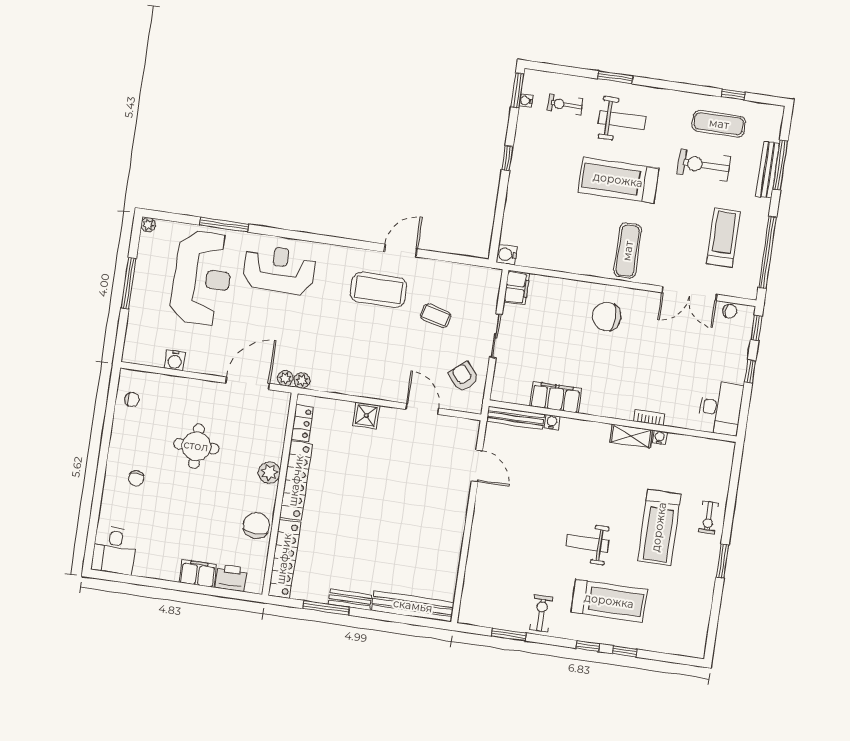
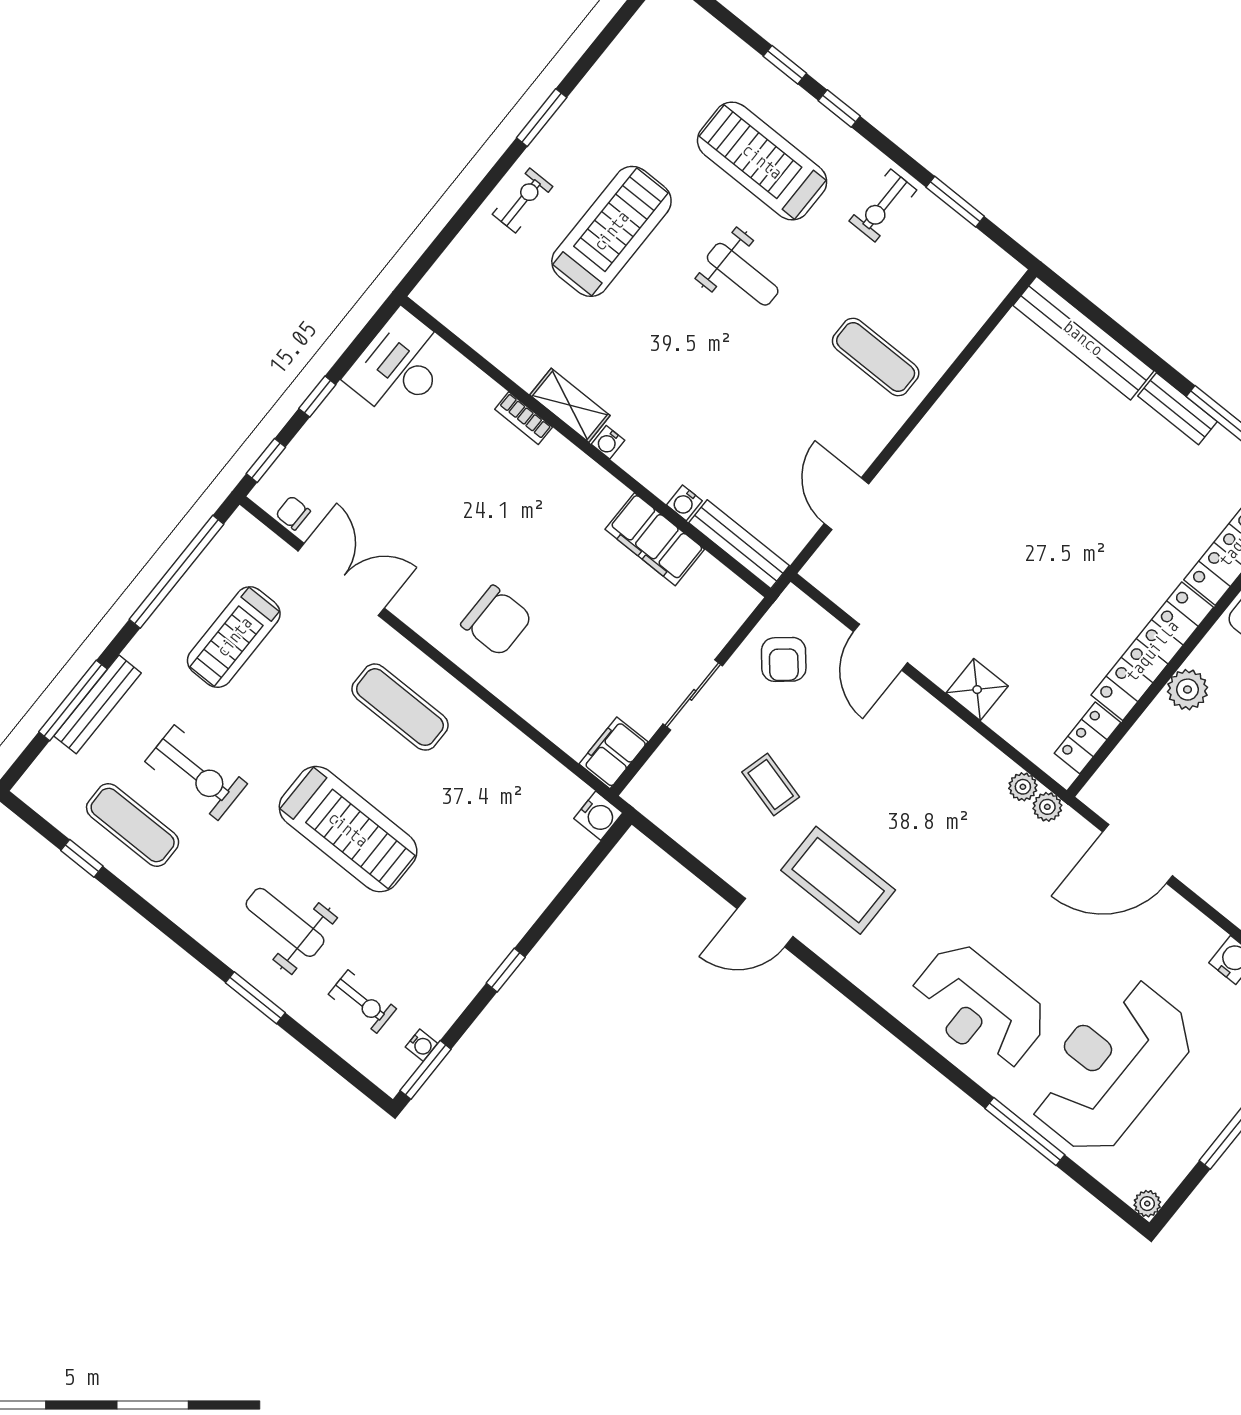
exercise mat: (628, 251) -> (400, 707), turned 90
plant: (285, 378) -> (1023, 787), moved
water cooler: (660, 437) -> (608, 442), moved
exercise mat: (503, 541) -> (876, 357), added

